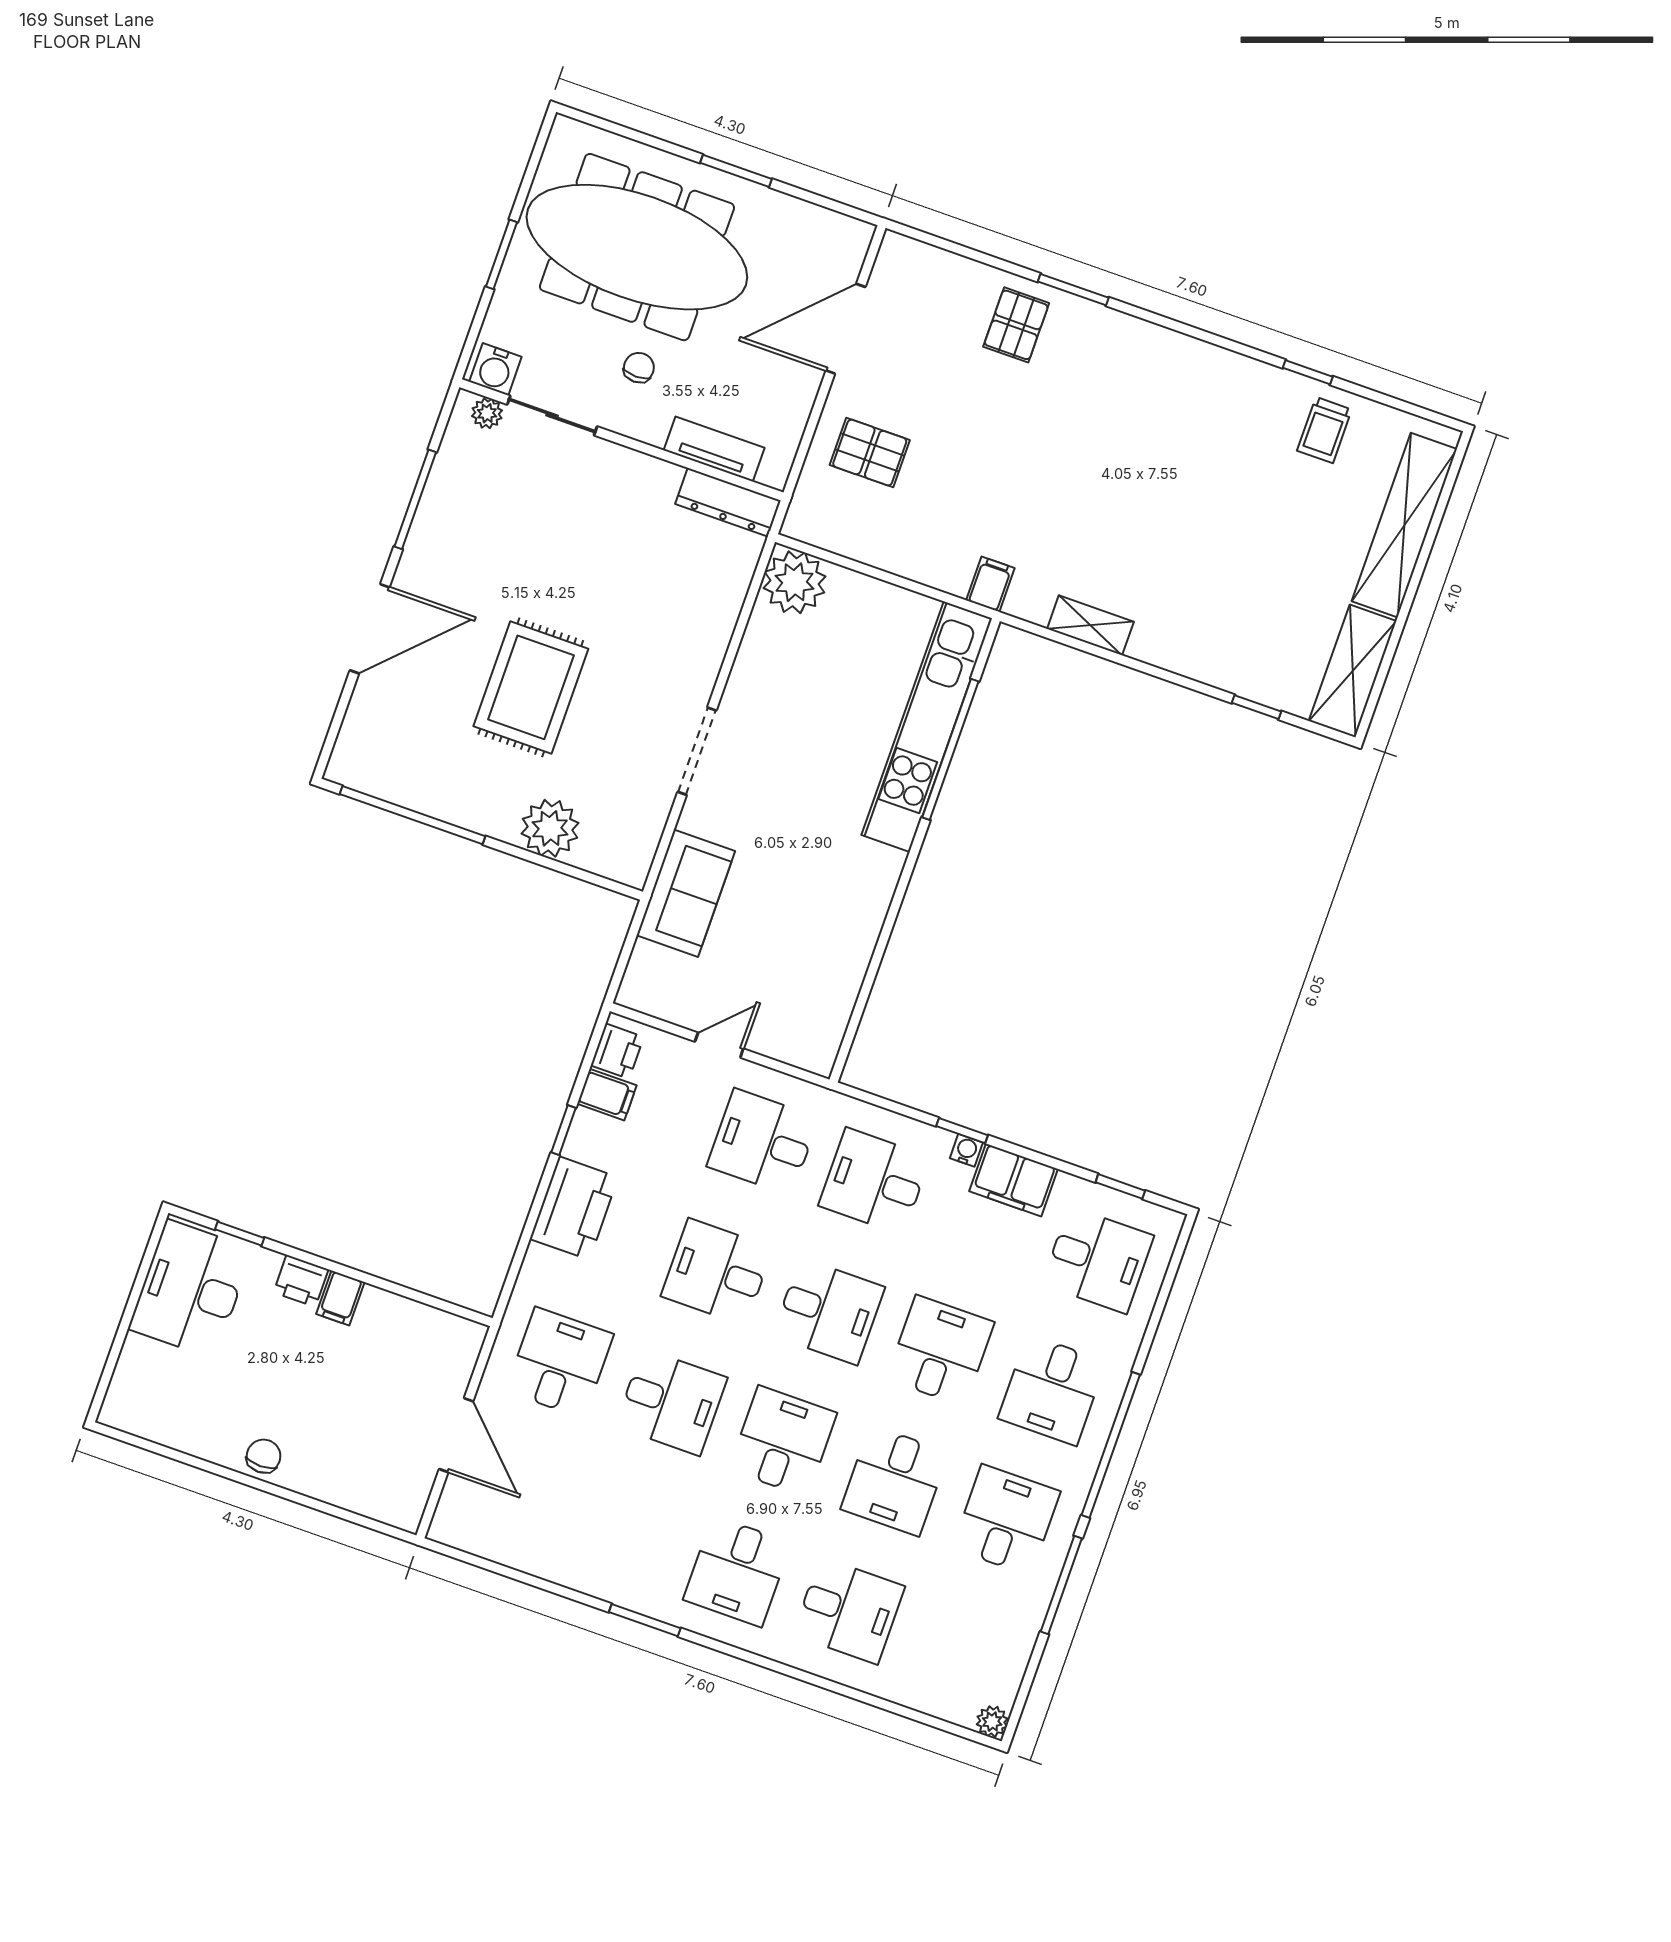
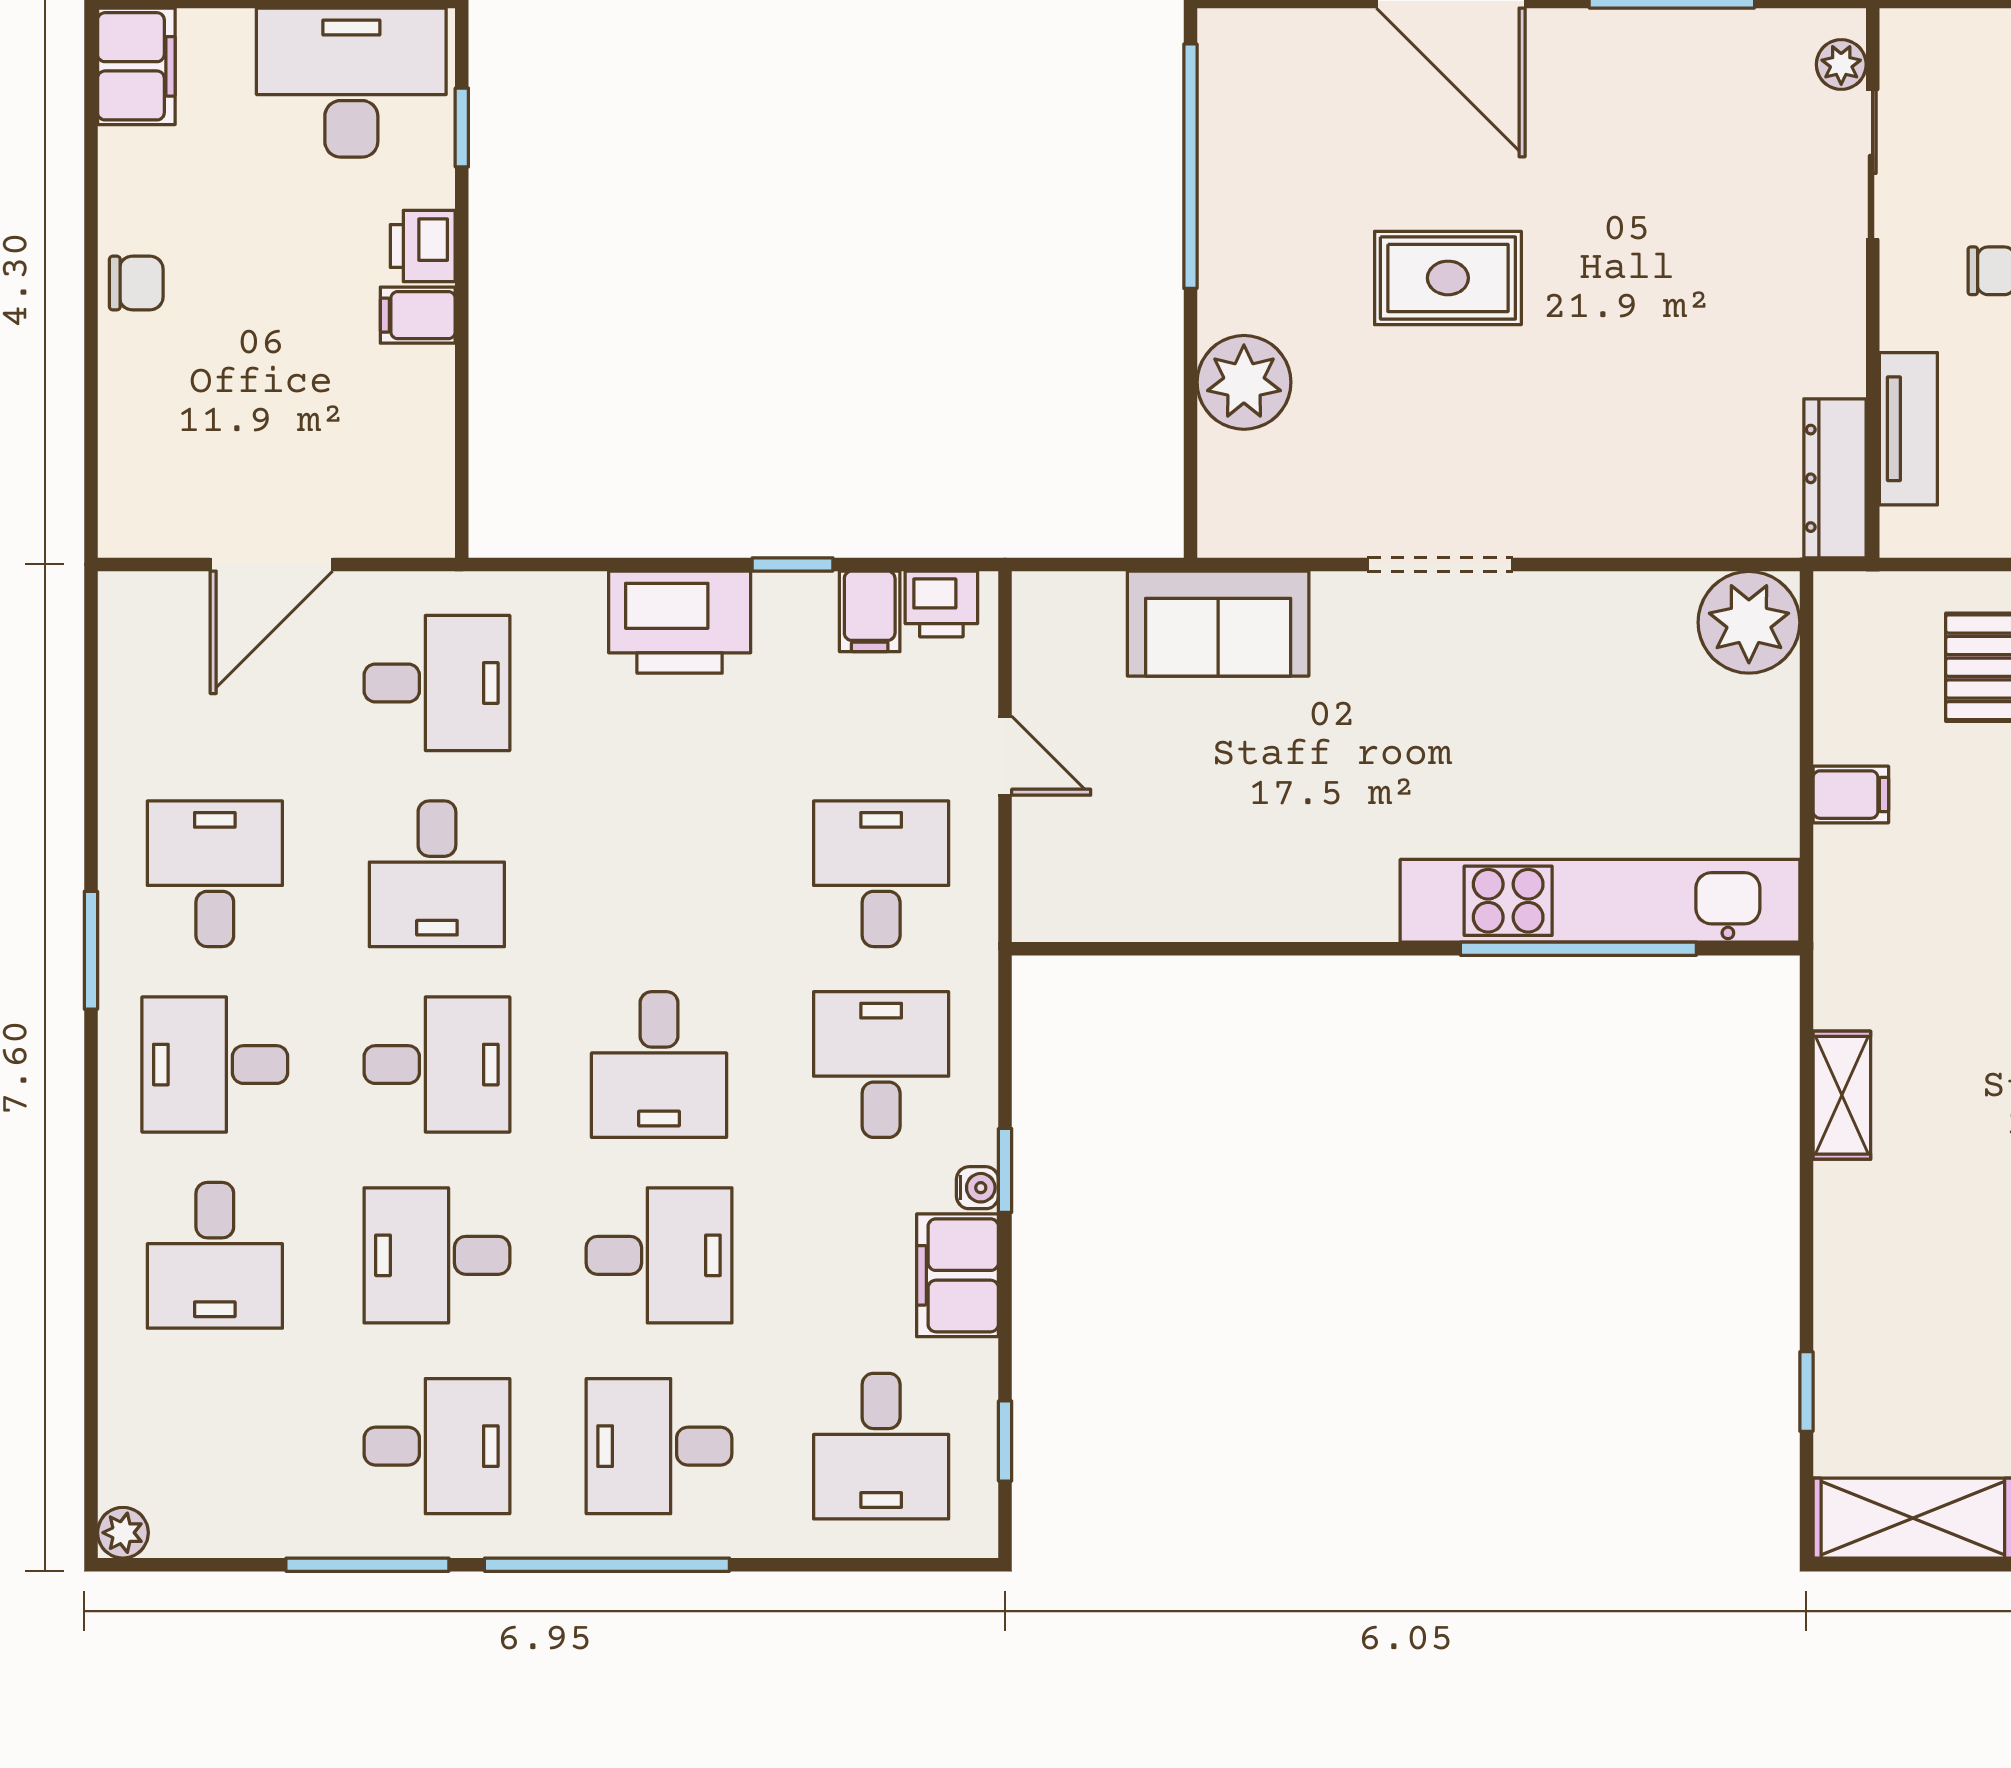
water cooler: (495, 369) -> (1913, 54), removed
filing cabinet: (990, 584) -> (1851, 795), moved
rug: (531, 687) -> (1448, 278), width x0.73, depth x0.70
desk: (717, 1272) -> (215, 874), moved
filing cabinet: (137, 1411) -> (136, 66), added

